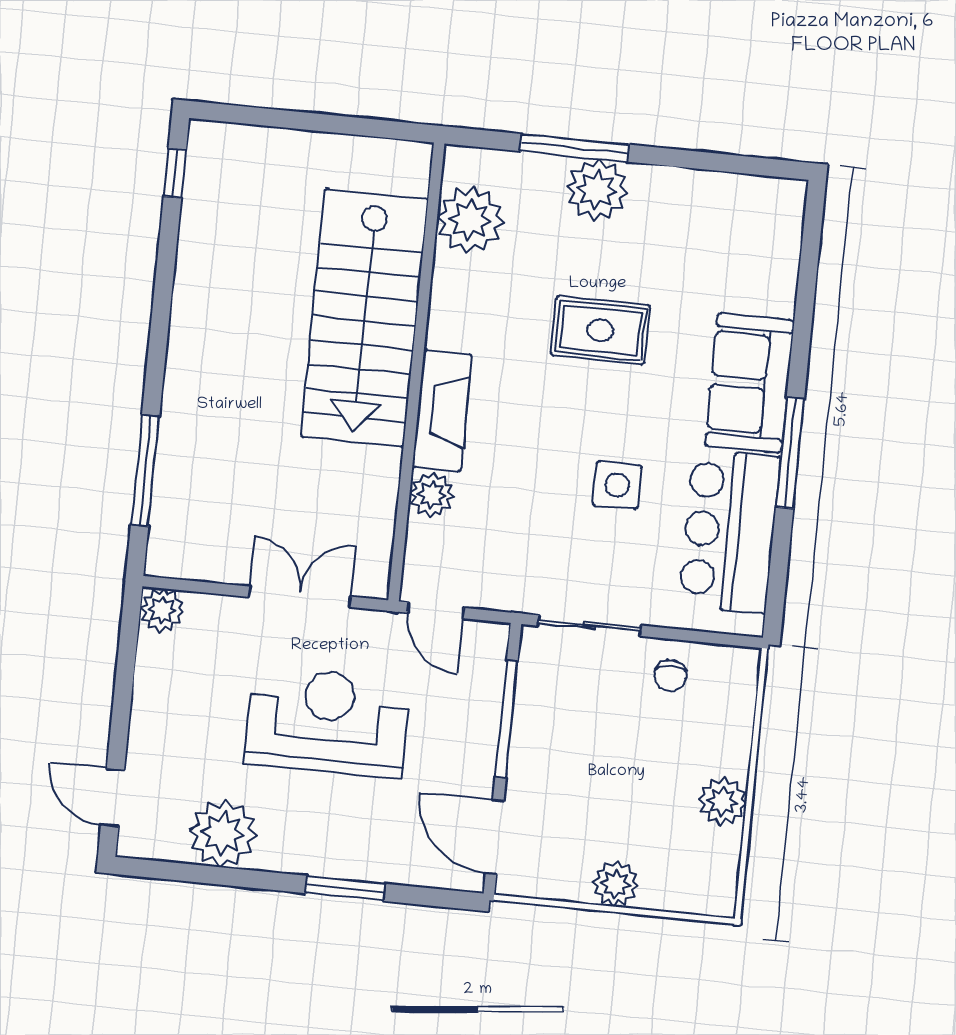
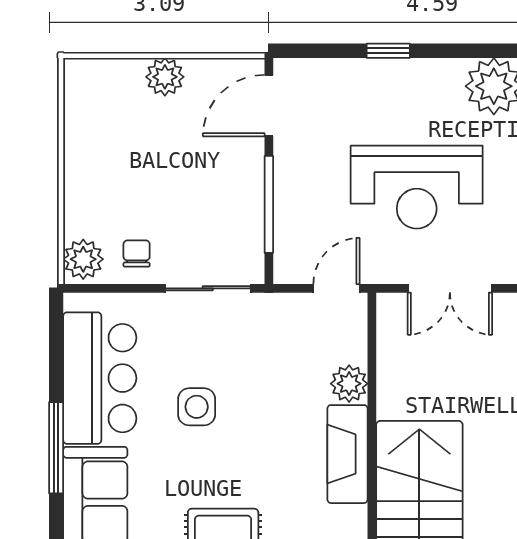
door: (435, 610) -> (336, 288), hinge flipped
plant: (722, 802) -> (83, 259), moved
door: (495, 837) -> (269, 106), swing flipped
window: (345, 888) -> (388, 51), width x0.67

